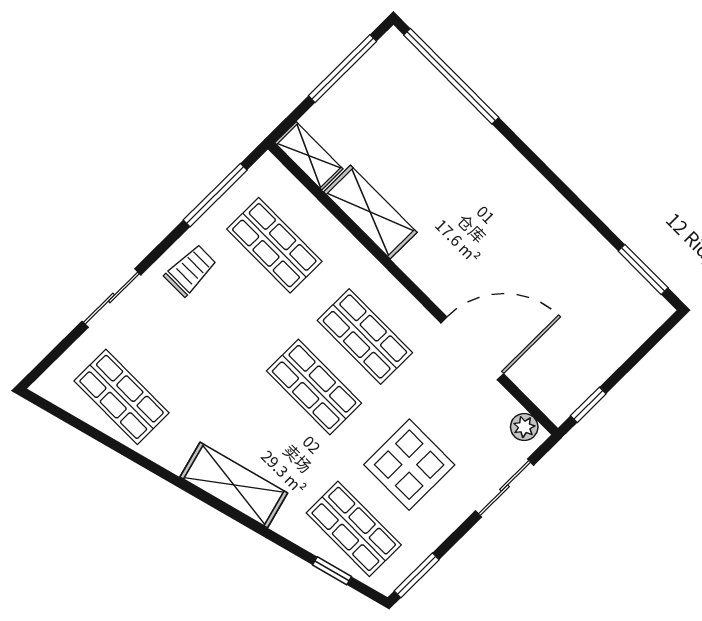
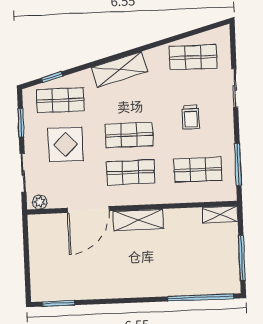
shelving: (370, 212) -> (138, 220), moved
trolley: (191, 270) -> (191, 117), moved
window: (588, 405) -> (26, 235), removed
window: (417, 575) -> (21, 123), moved

